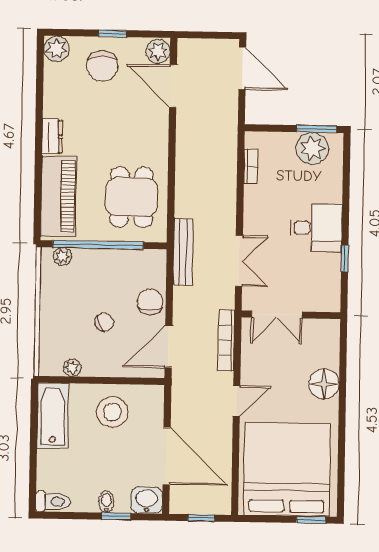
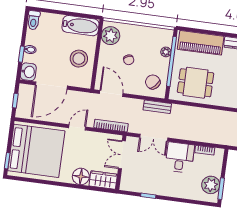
desk: (316, 228) -> (180, 157), moved, turned 180
bench: (183, 252) -> (157, 107), width x0.73
plant: (62, 257) -> (166, 52), moved
chair: (150, 302) -> (153, 82), moved, turned -138
wardrobe: (326, 343) -> (103, 180), added
plant: (72, 368) -> (111, 36), width x1.88, depth x1.88
door: (237, 401) -> (77, 127), swing flipped

